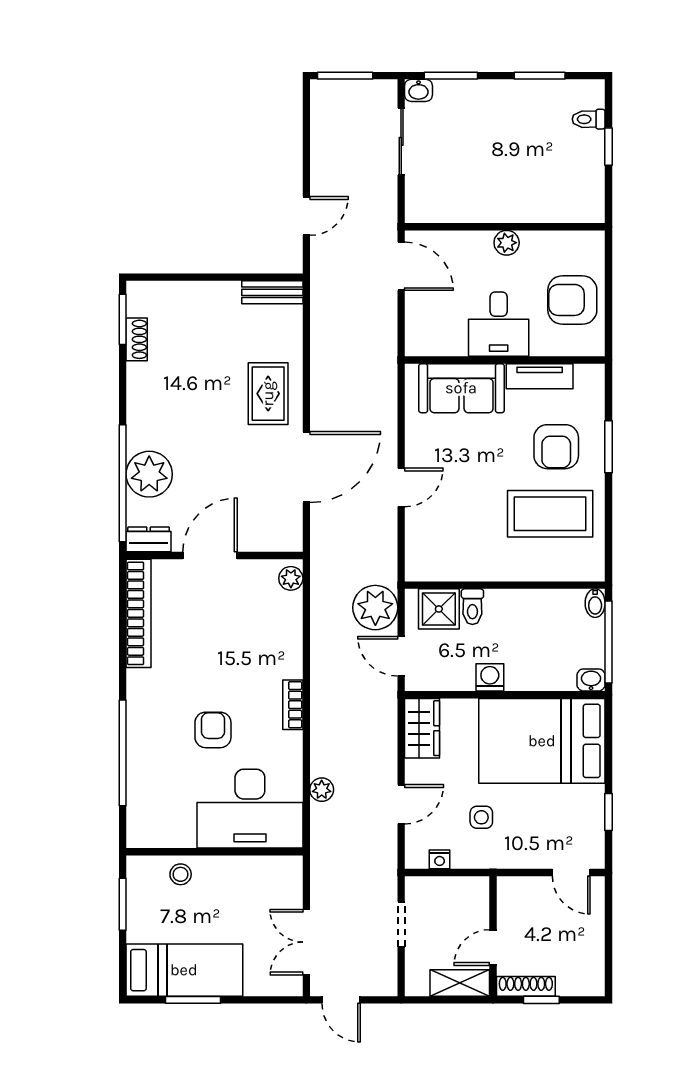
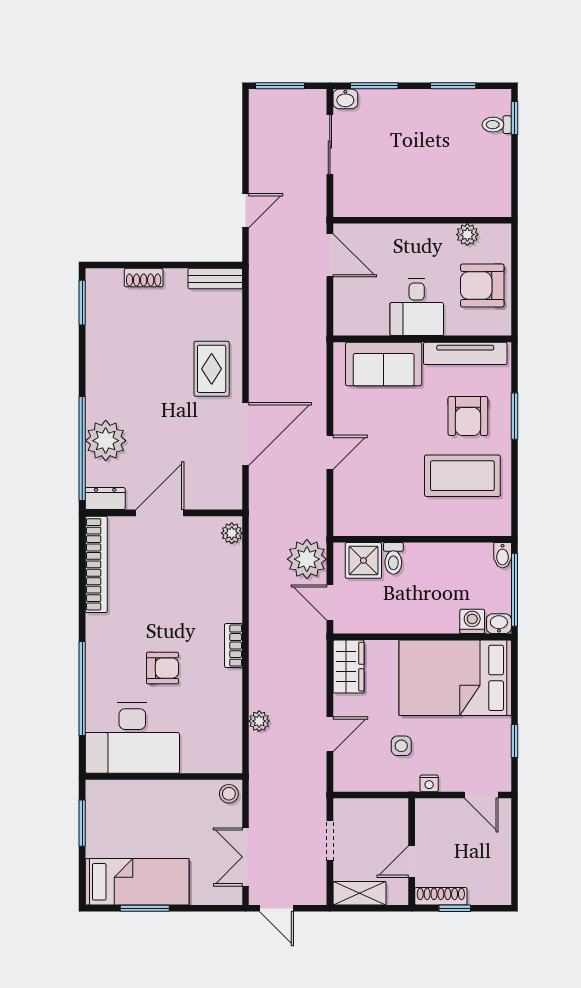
window: (608, 147) -> (514, 118), moved
plant: (507, 243) -> (467, 235), moved
shoe rack: (137, 339) -> (144, 278), moved, turned 90
tv unit: (540, 376) -> (465, 353), width x1.41
washing machine: (490, 677) -> (472, 621), moved
armchair: (213, 730) -> (162, 668), turned 90
desk: (250, 809) -> (132, 738), moved
nightstand: (440, 859) -> (429, 783), moved
stool: (181, 874) -> (229, 794), moved
shelving: (460, 983) -> (359, 893), moved

